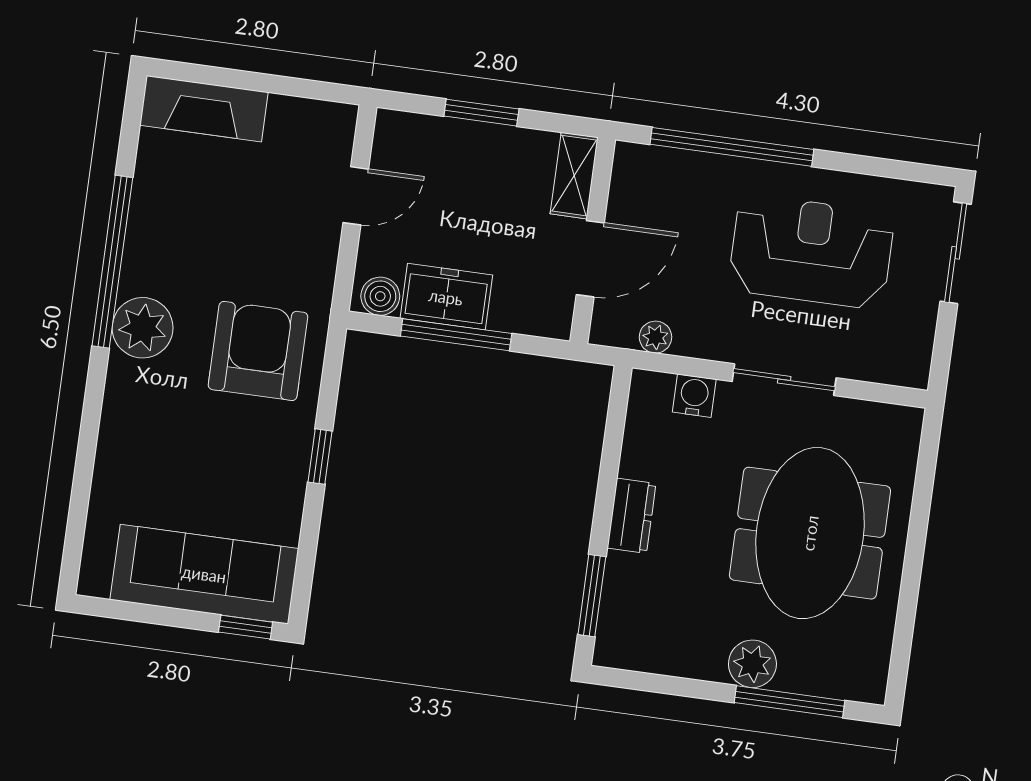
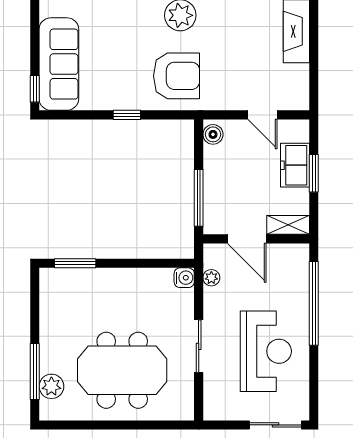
freezer: (446, 297) -> (295, 165), moved, turned 180
window: (456, 335) -> (199, 198), moved
water cooler: (694, 396) -> (184, 278), moved
dresser: (632, 516) -> (119, 278), removed
plant: (752, 664) -> (51, 386), moved

